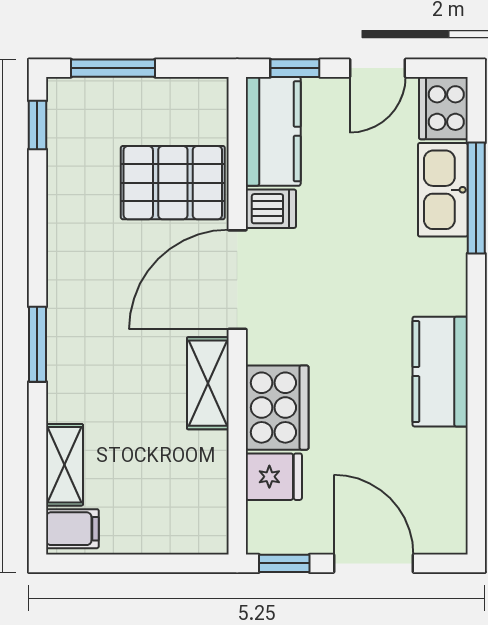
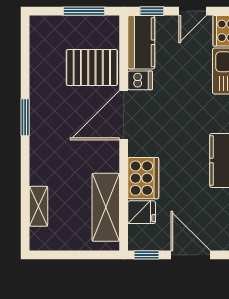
window: (113, 68) -> (84, 11), moved
window: (37, 125) -> (25, 39), removed
window: (37, 344) -> (25, 117), moved
shelving: (208, 383) -> (106, 207), moved, width x1.50, depth x1.33
filing cabinet: (72, 529) -> (42, 238), removed

